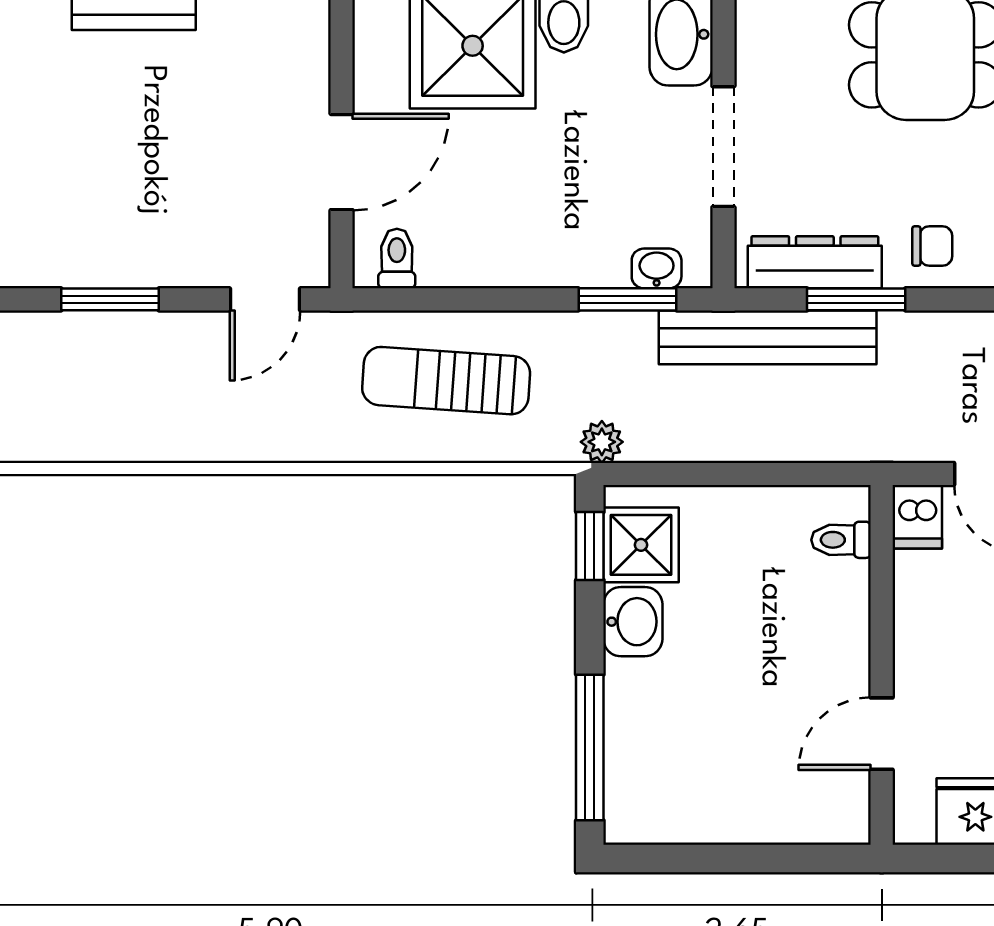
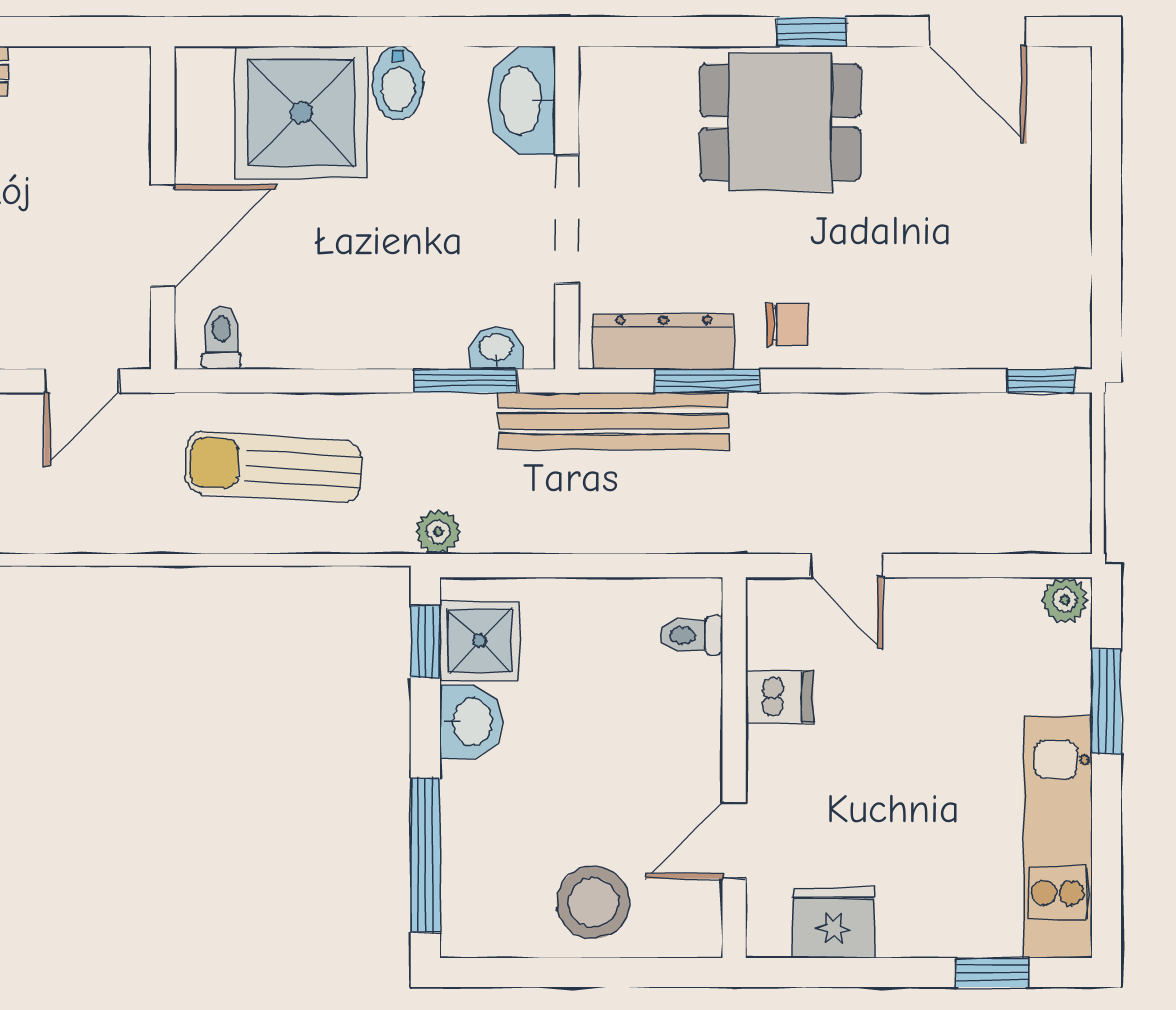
dishwasher: (917, 517) -> (779, 697), moved, turned -90
stool: (748, 792) -> (593, 902), added

